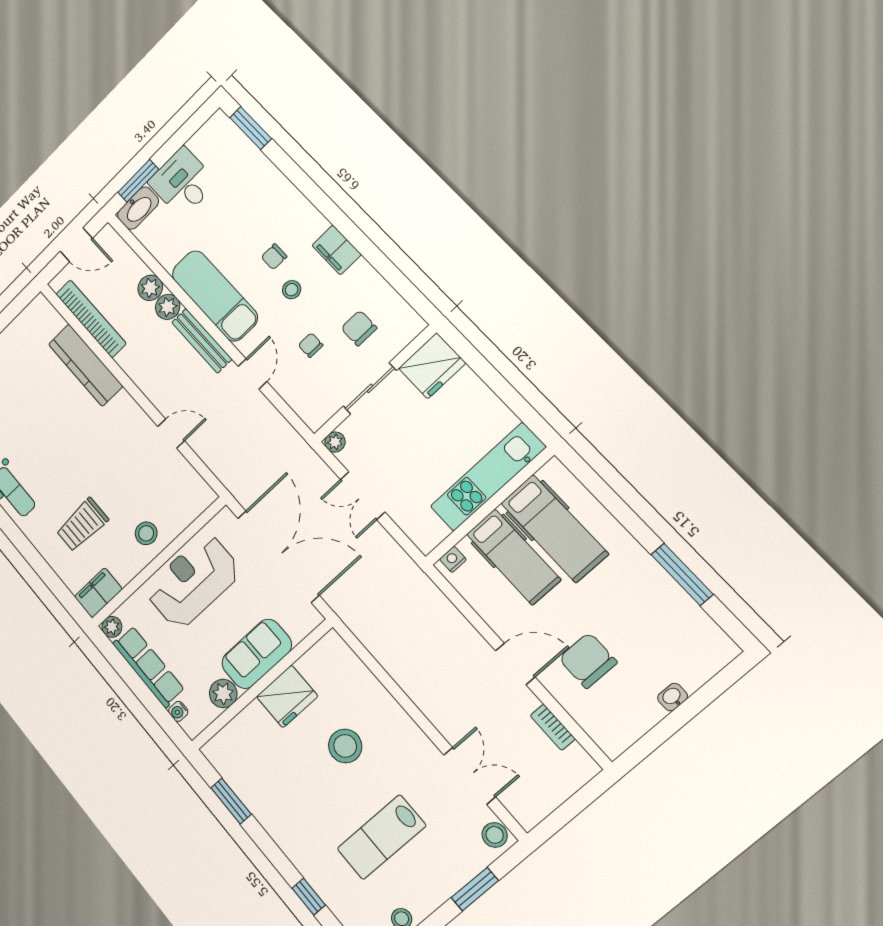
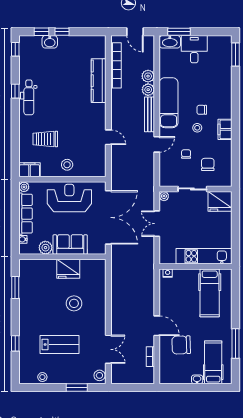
hospital bed: (513, 557) -> (213, 362), moved, turned 180
chair: (588, 660) -> (181, 345), turned -92
lab bench: (381, 837) -> (59, 344), turned 180

